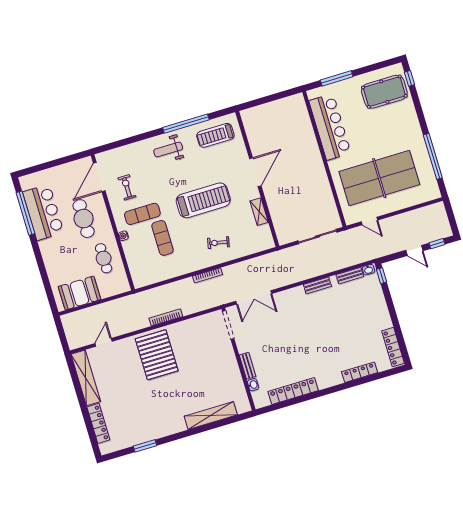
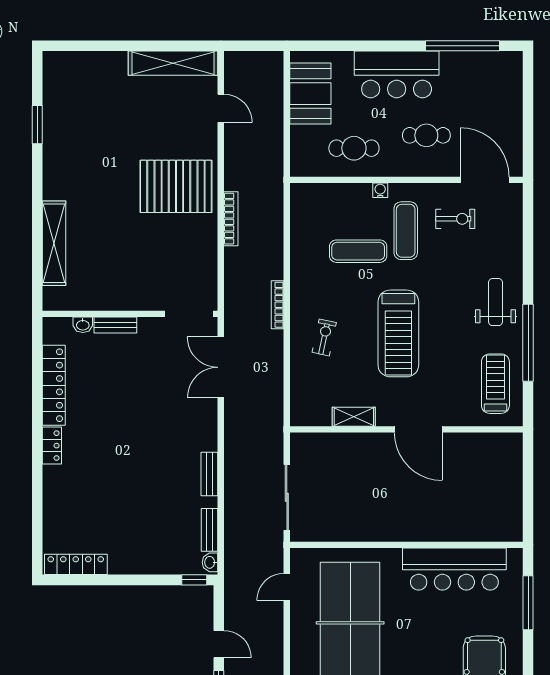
bar counter: (43, 212) -> (397, 74), moved
cafe table: (84, 219) -> (426, 135), width x0.73, depth x0.74
door: (414, 250) -> (219, 644), swing flipped
locker: (360, 372) -> (52, 446), moved, width x0.66
locker: (98, 423) -> (95, 62), removed

